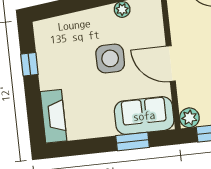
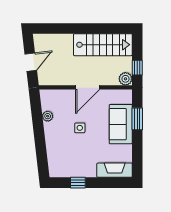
side table: (110, 58) -> (80, 128), width x0.54, depth x0.54
sofa: (144, 116) -> (121, 124), moved

